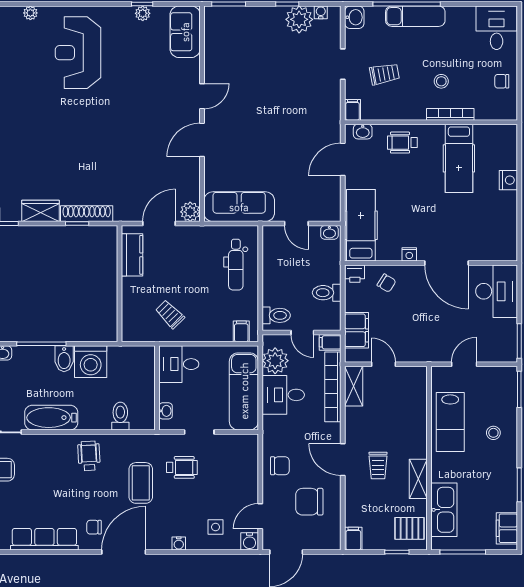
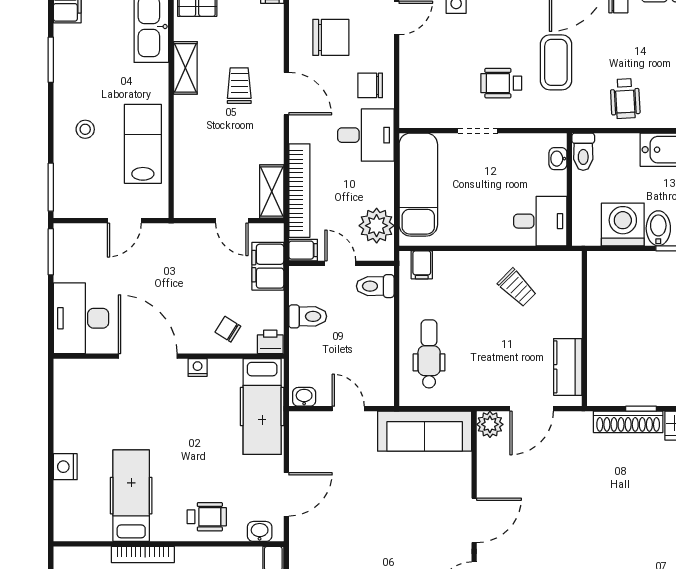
desk: (179, 364) -> (540, 221), moved
wall: (157, 388) -> (569, 189), moved
desk: (283, 395) -> (366, 135), moved
washbasin: (166, 411) -> (558, 159), moved

